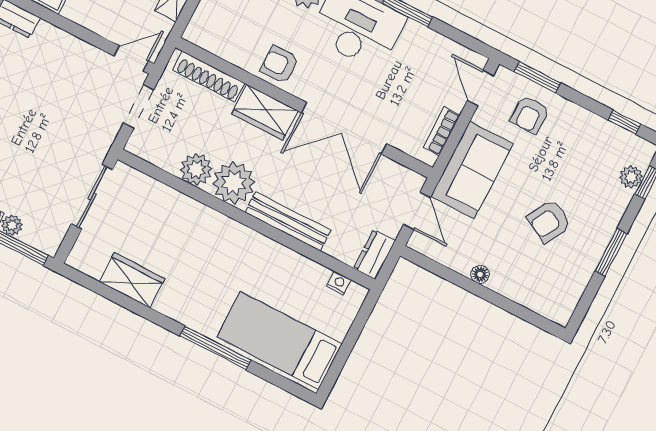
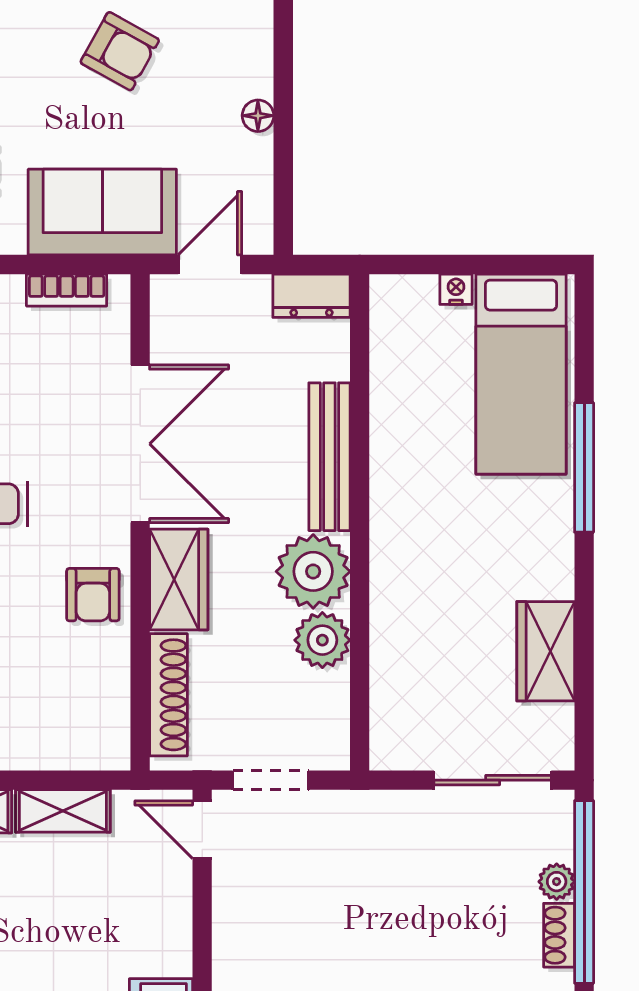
sliding door: (92, 197) -> (493, 780), moved
nightstand: (339, 283) -> (456, 289), moved, turned 90

